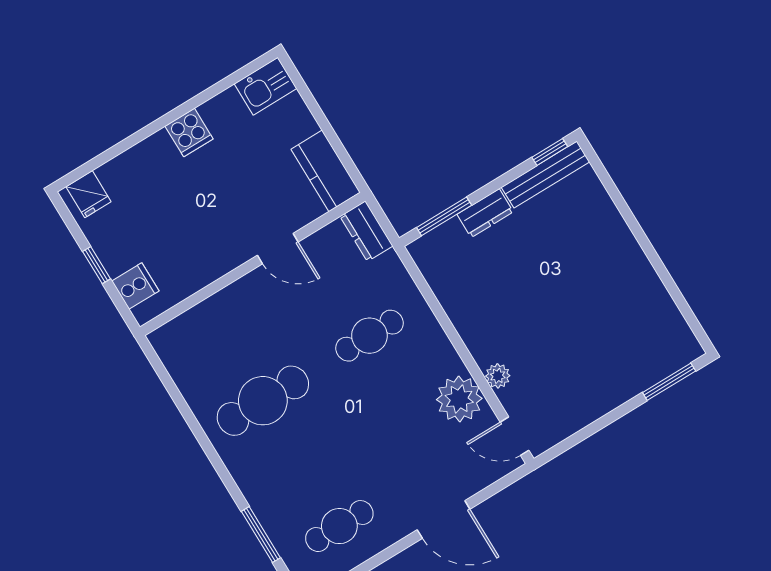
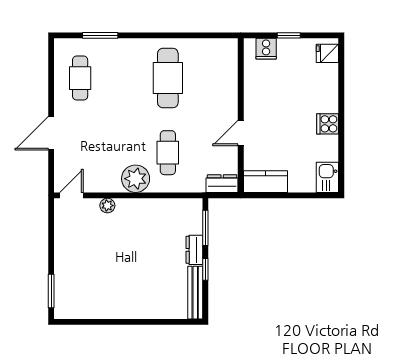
window: (550, 152) -> (205, 269), moved
plant: (459, 399) -> (136, 179), moved

